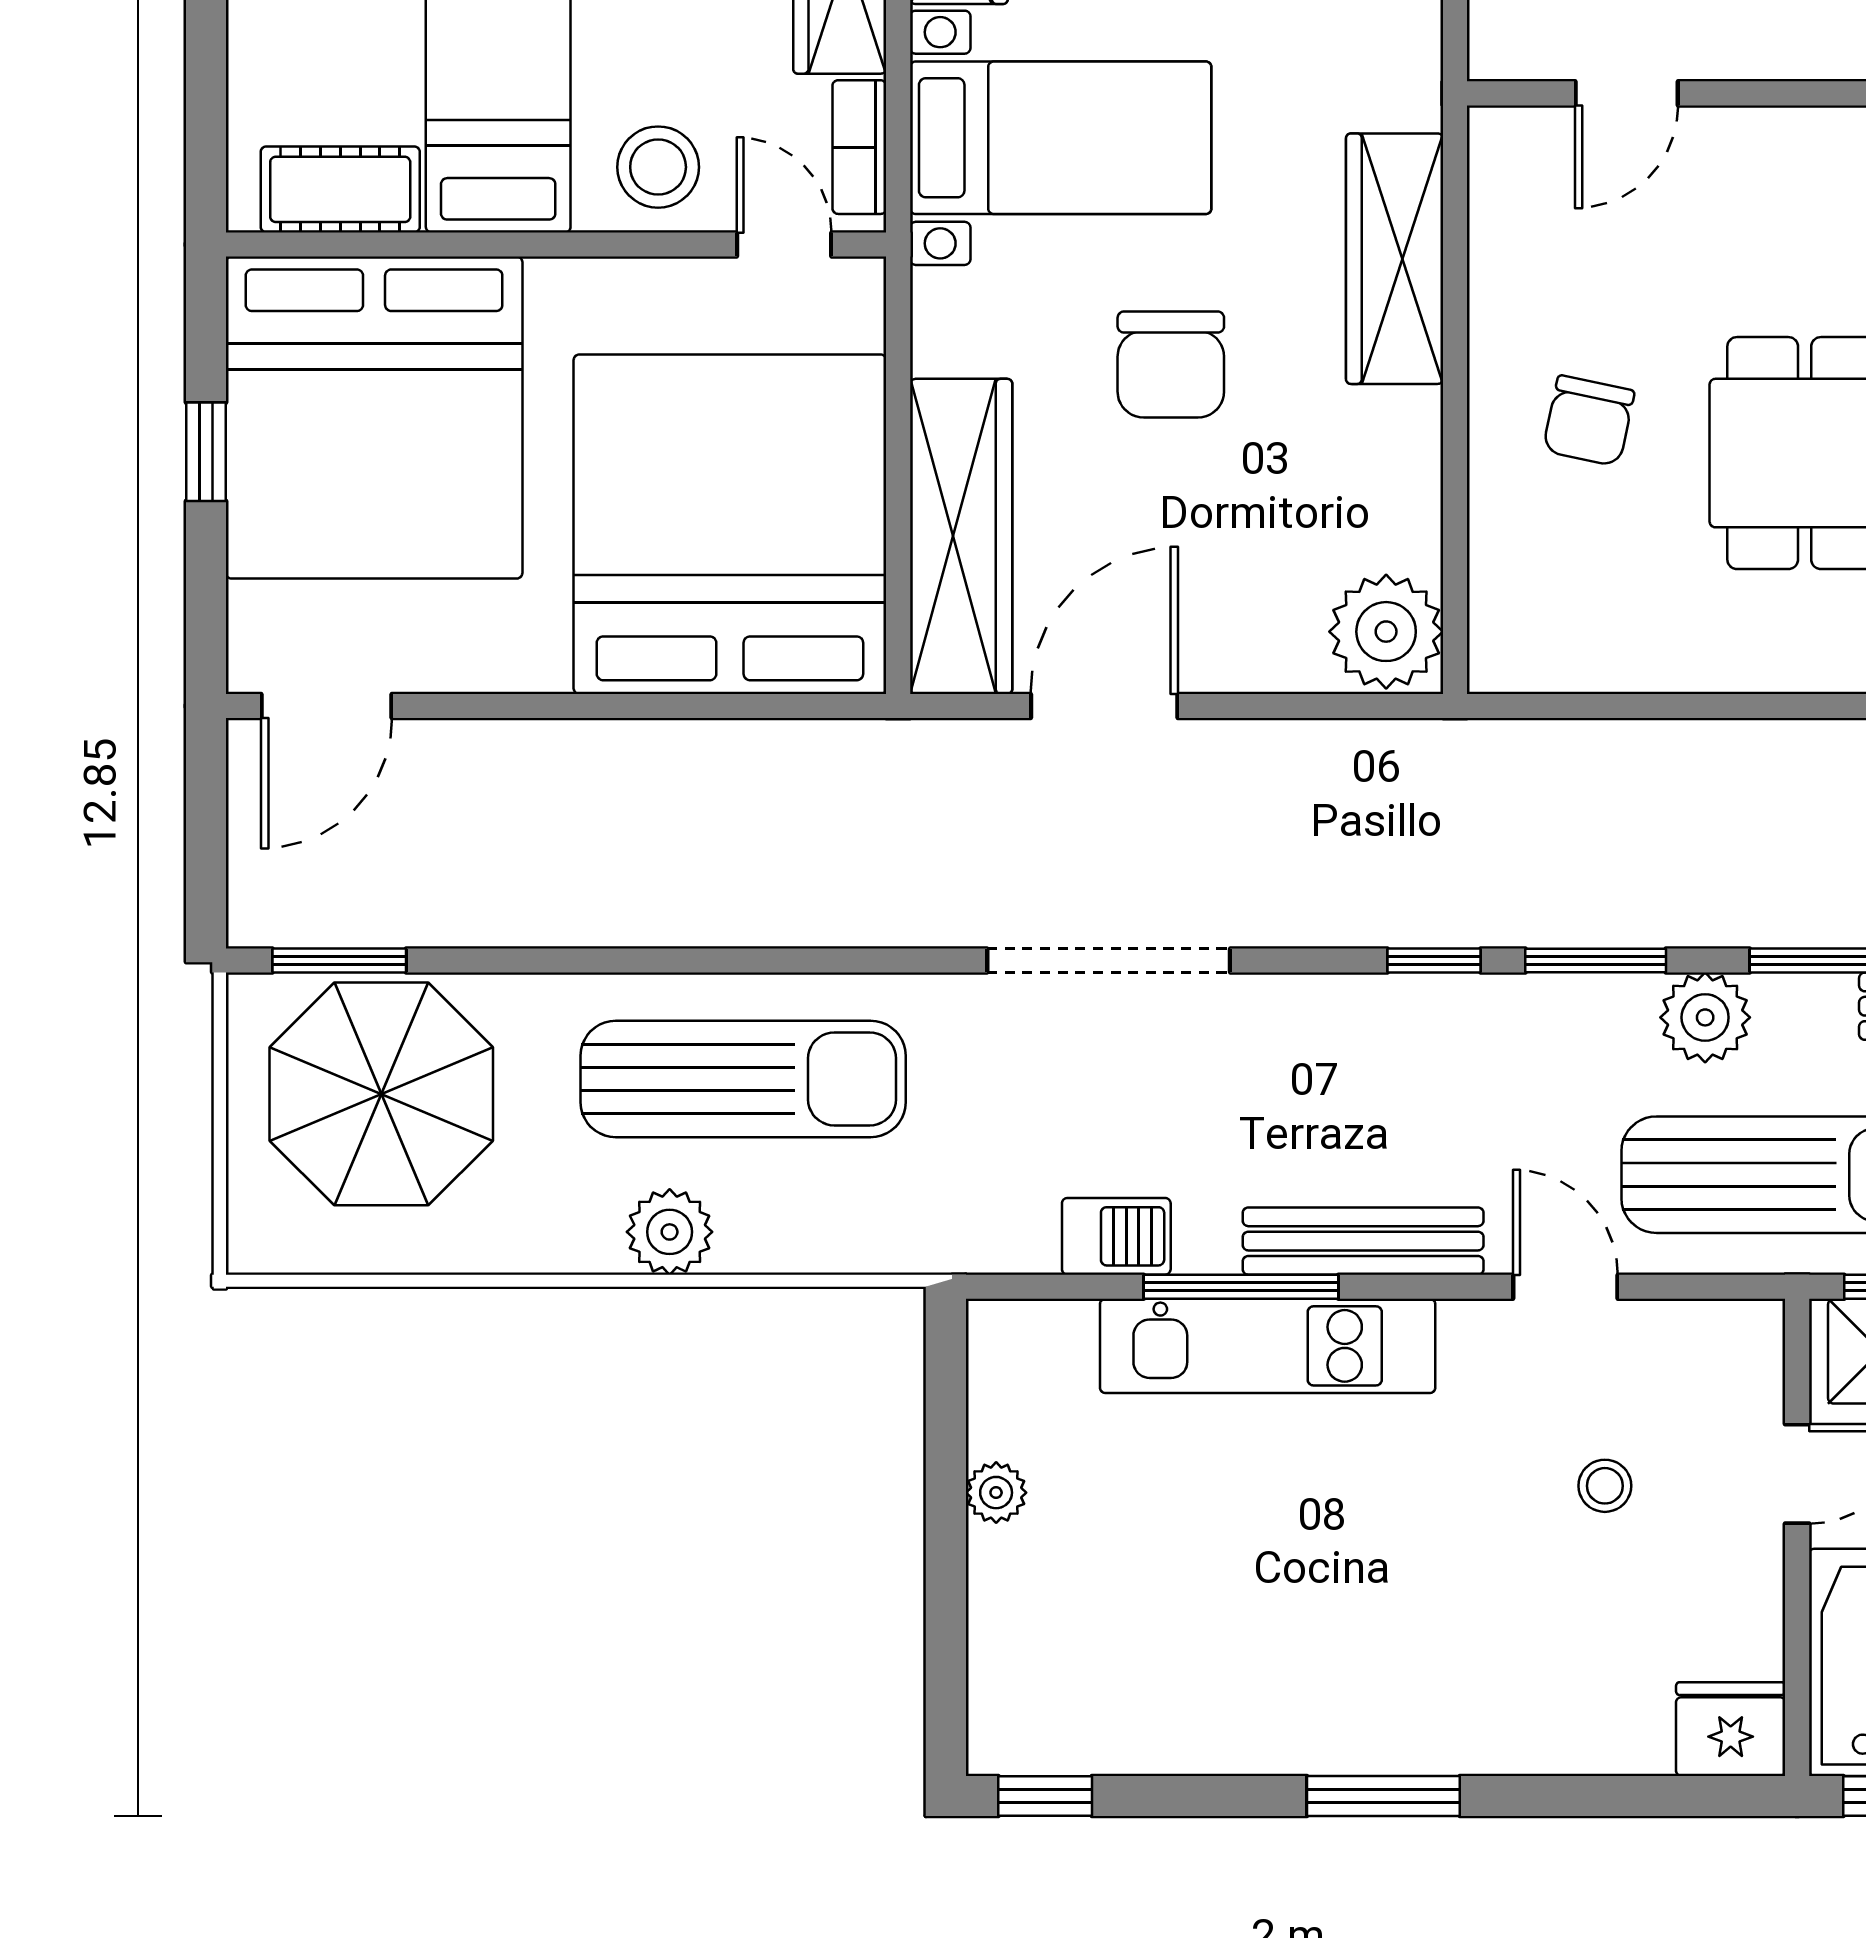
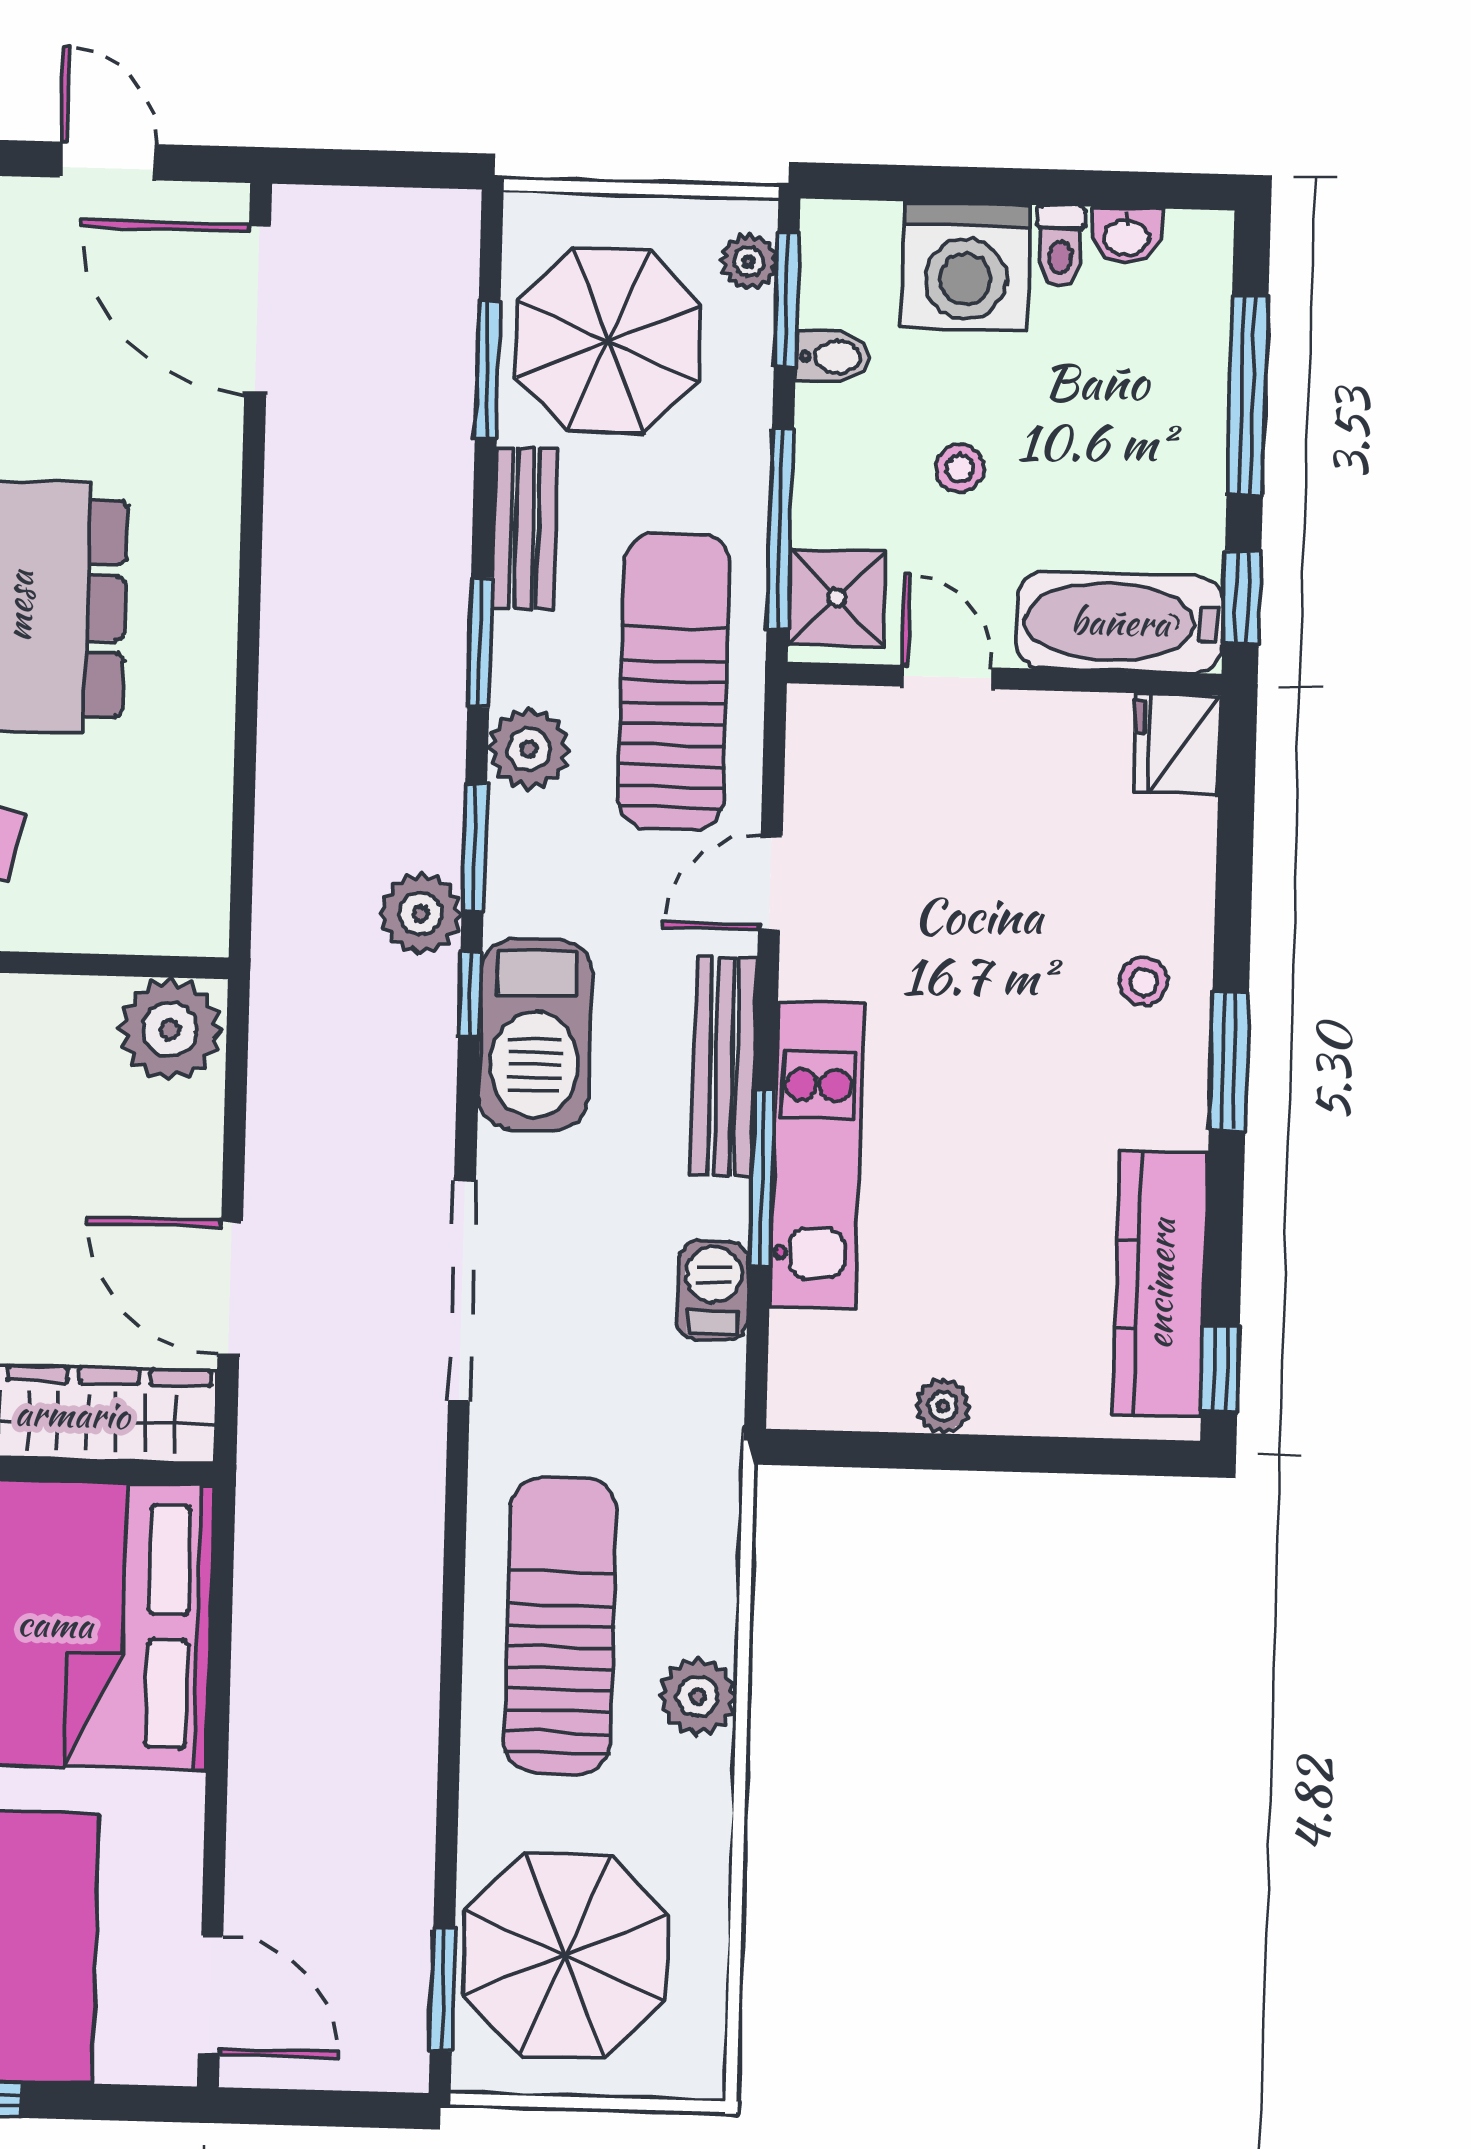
plant: (1521, 903) -> (420, 914), added
barbecue: (1392, 1033) -> (535, 1034), added
stool: (1605, 1486) -> (1144, 982), moved
kitchen counter: (1137, 1727) -> (1160, 1284), added

